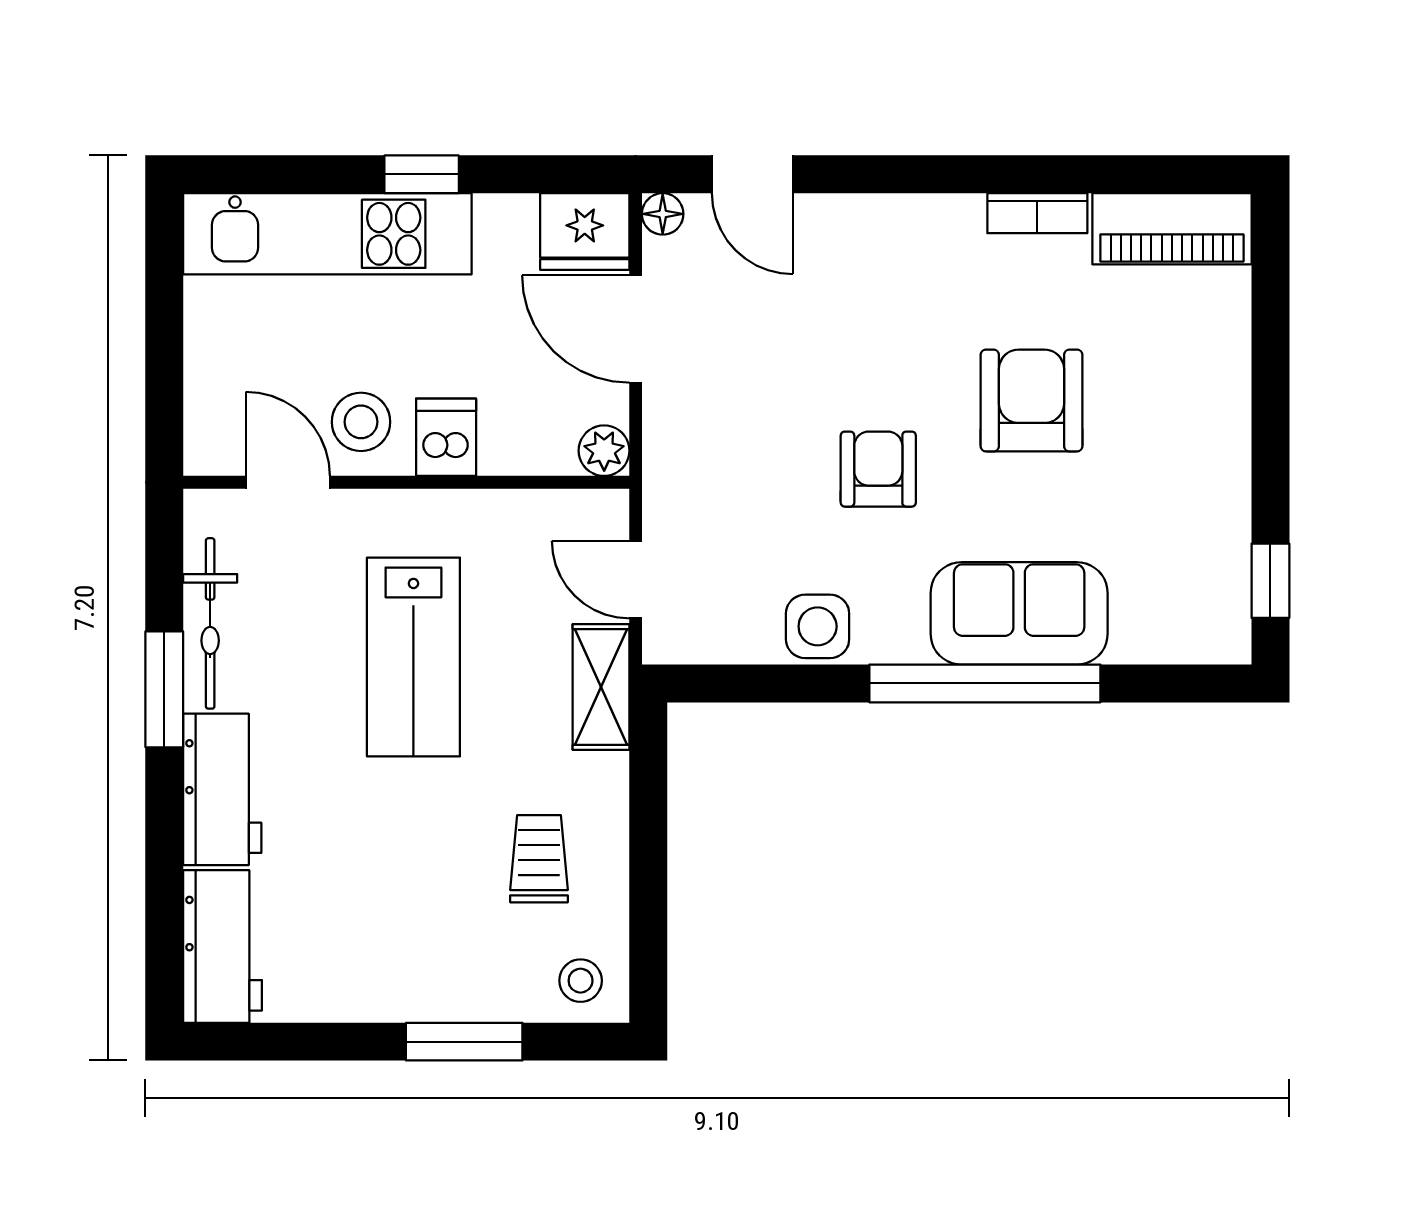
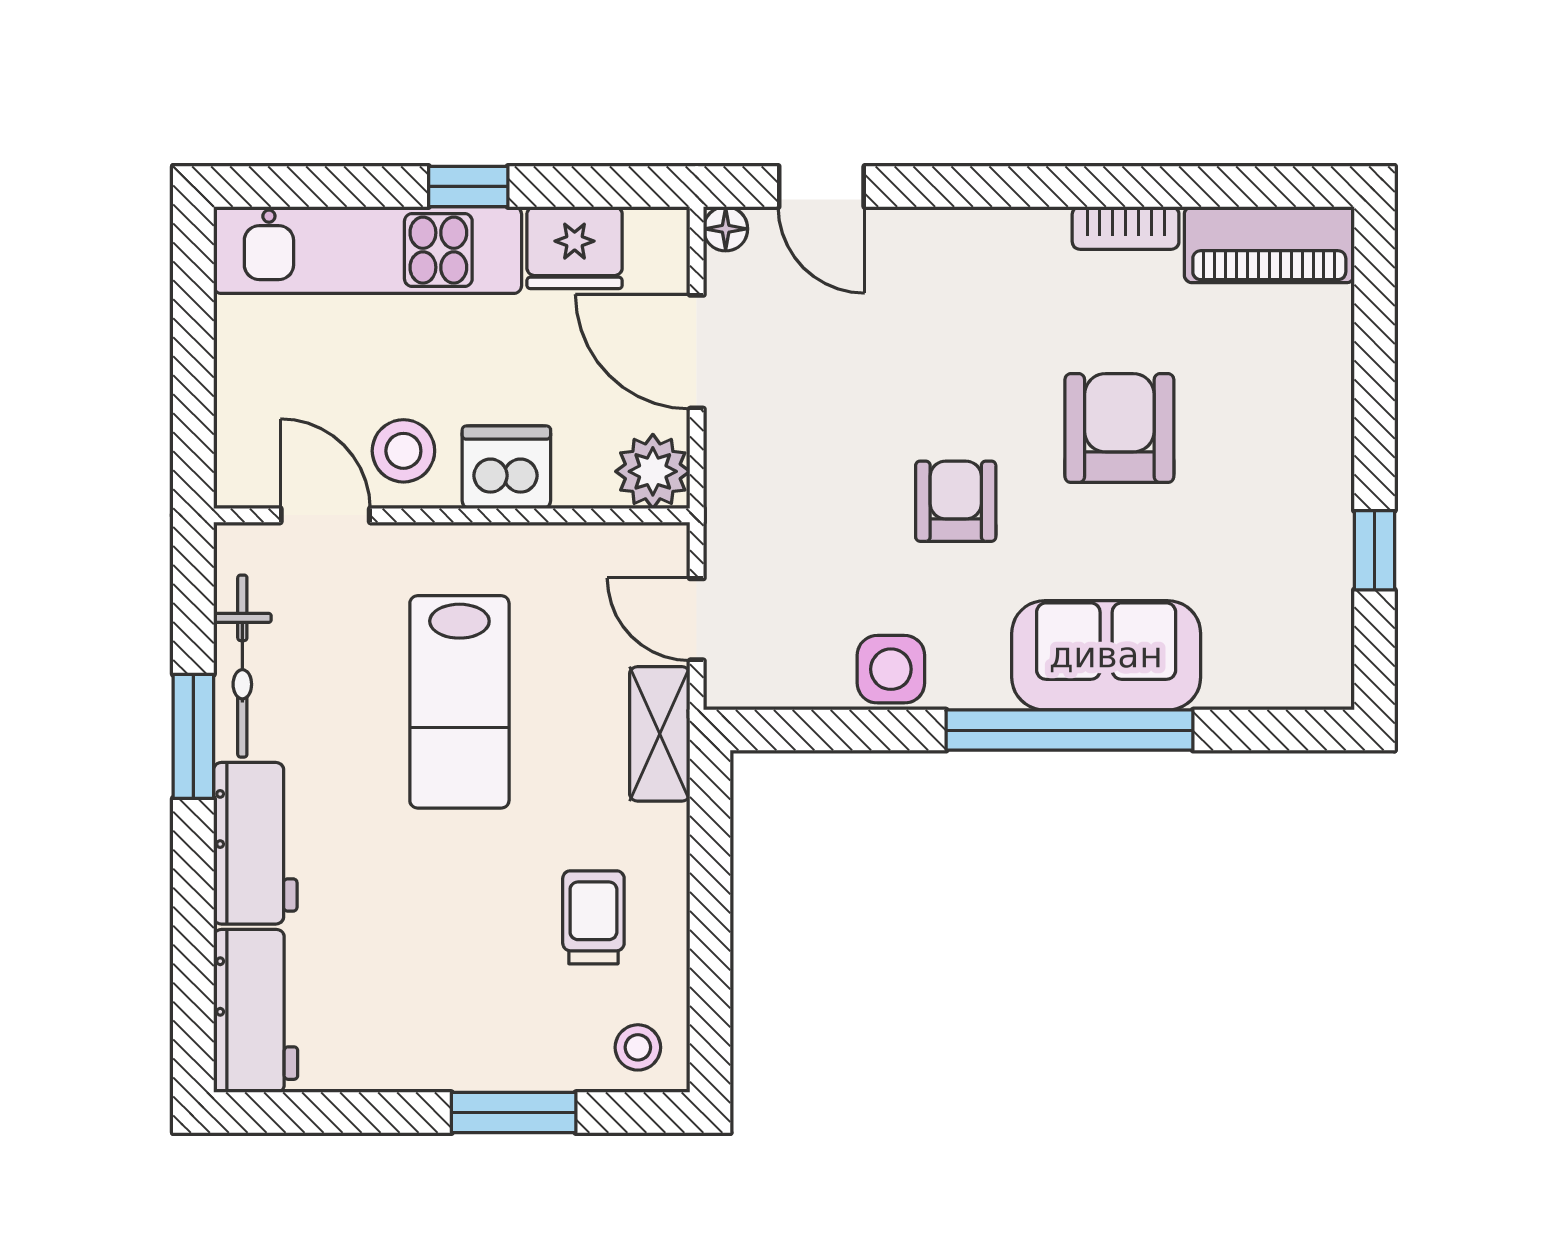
fridge: (585, 232) -> (575, 248), moved
dishwasher: (446, 437) -> (506, 467), width x1.38
plant: (604, 451) -> (653, 471), width x1.38, depth x1.38
window: (1270, 581) -> (1374, 550), moved

